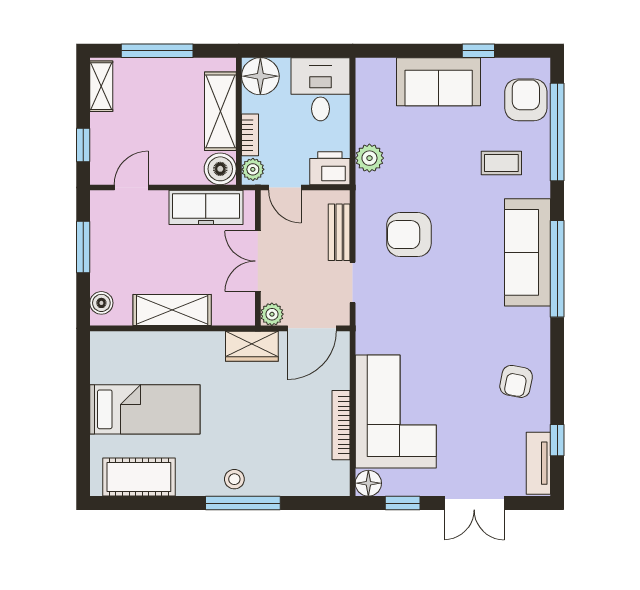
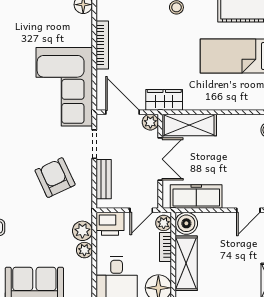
plant: (367, 130) -> (84, 250), added
door: (285, 188) -> (141, 210), swing flipped
armchair: (409, 235) -> (55, 178), turned -115
shelving: (172, 310) -> (189, 125), moved
door: (312, 328) -> (123, 112), hinge flipped
corner sofa: (396, 411) -> (64, 87), moved

